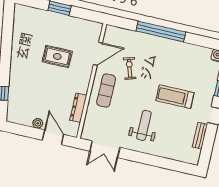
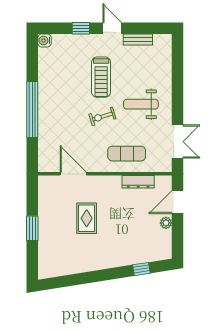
exercise bike: (130, 68) -> (102, 116), moved
exercise mat: (106, 91) -> (127, 154), moved

